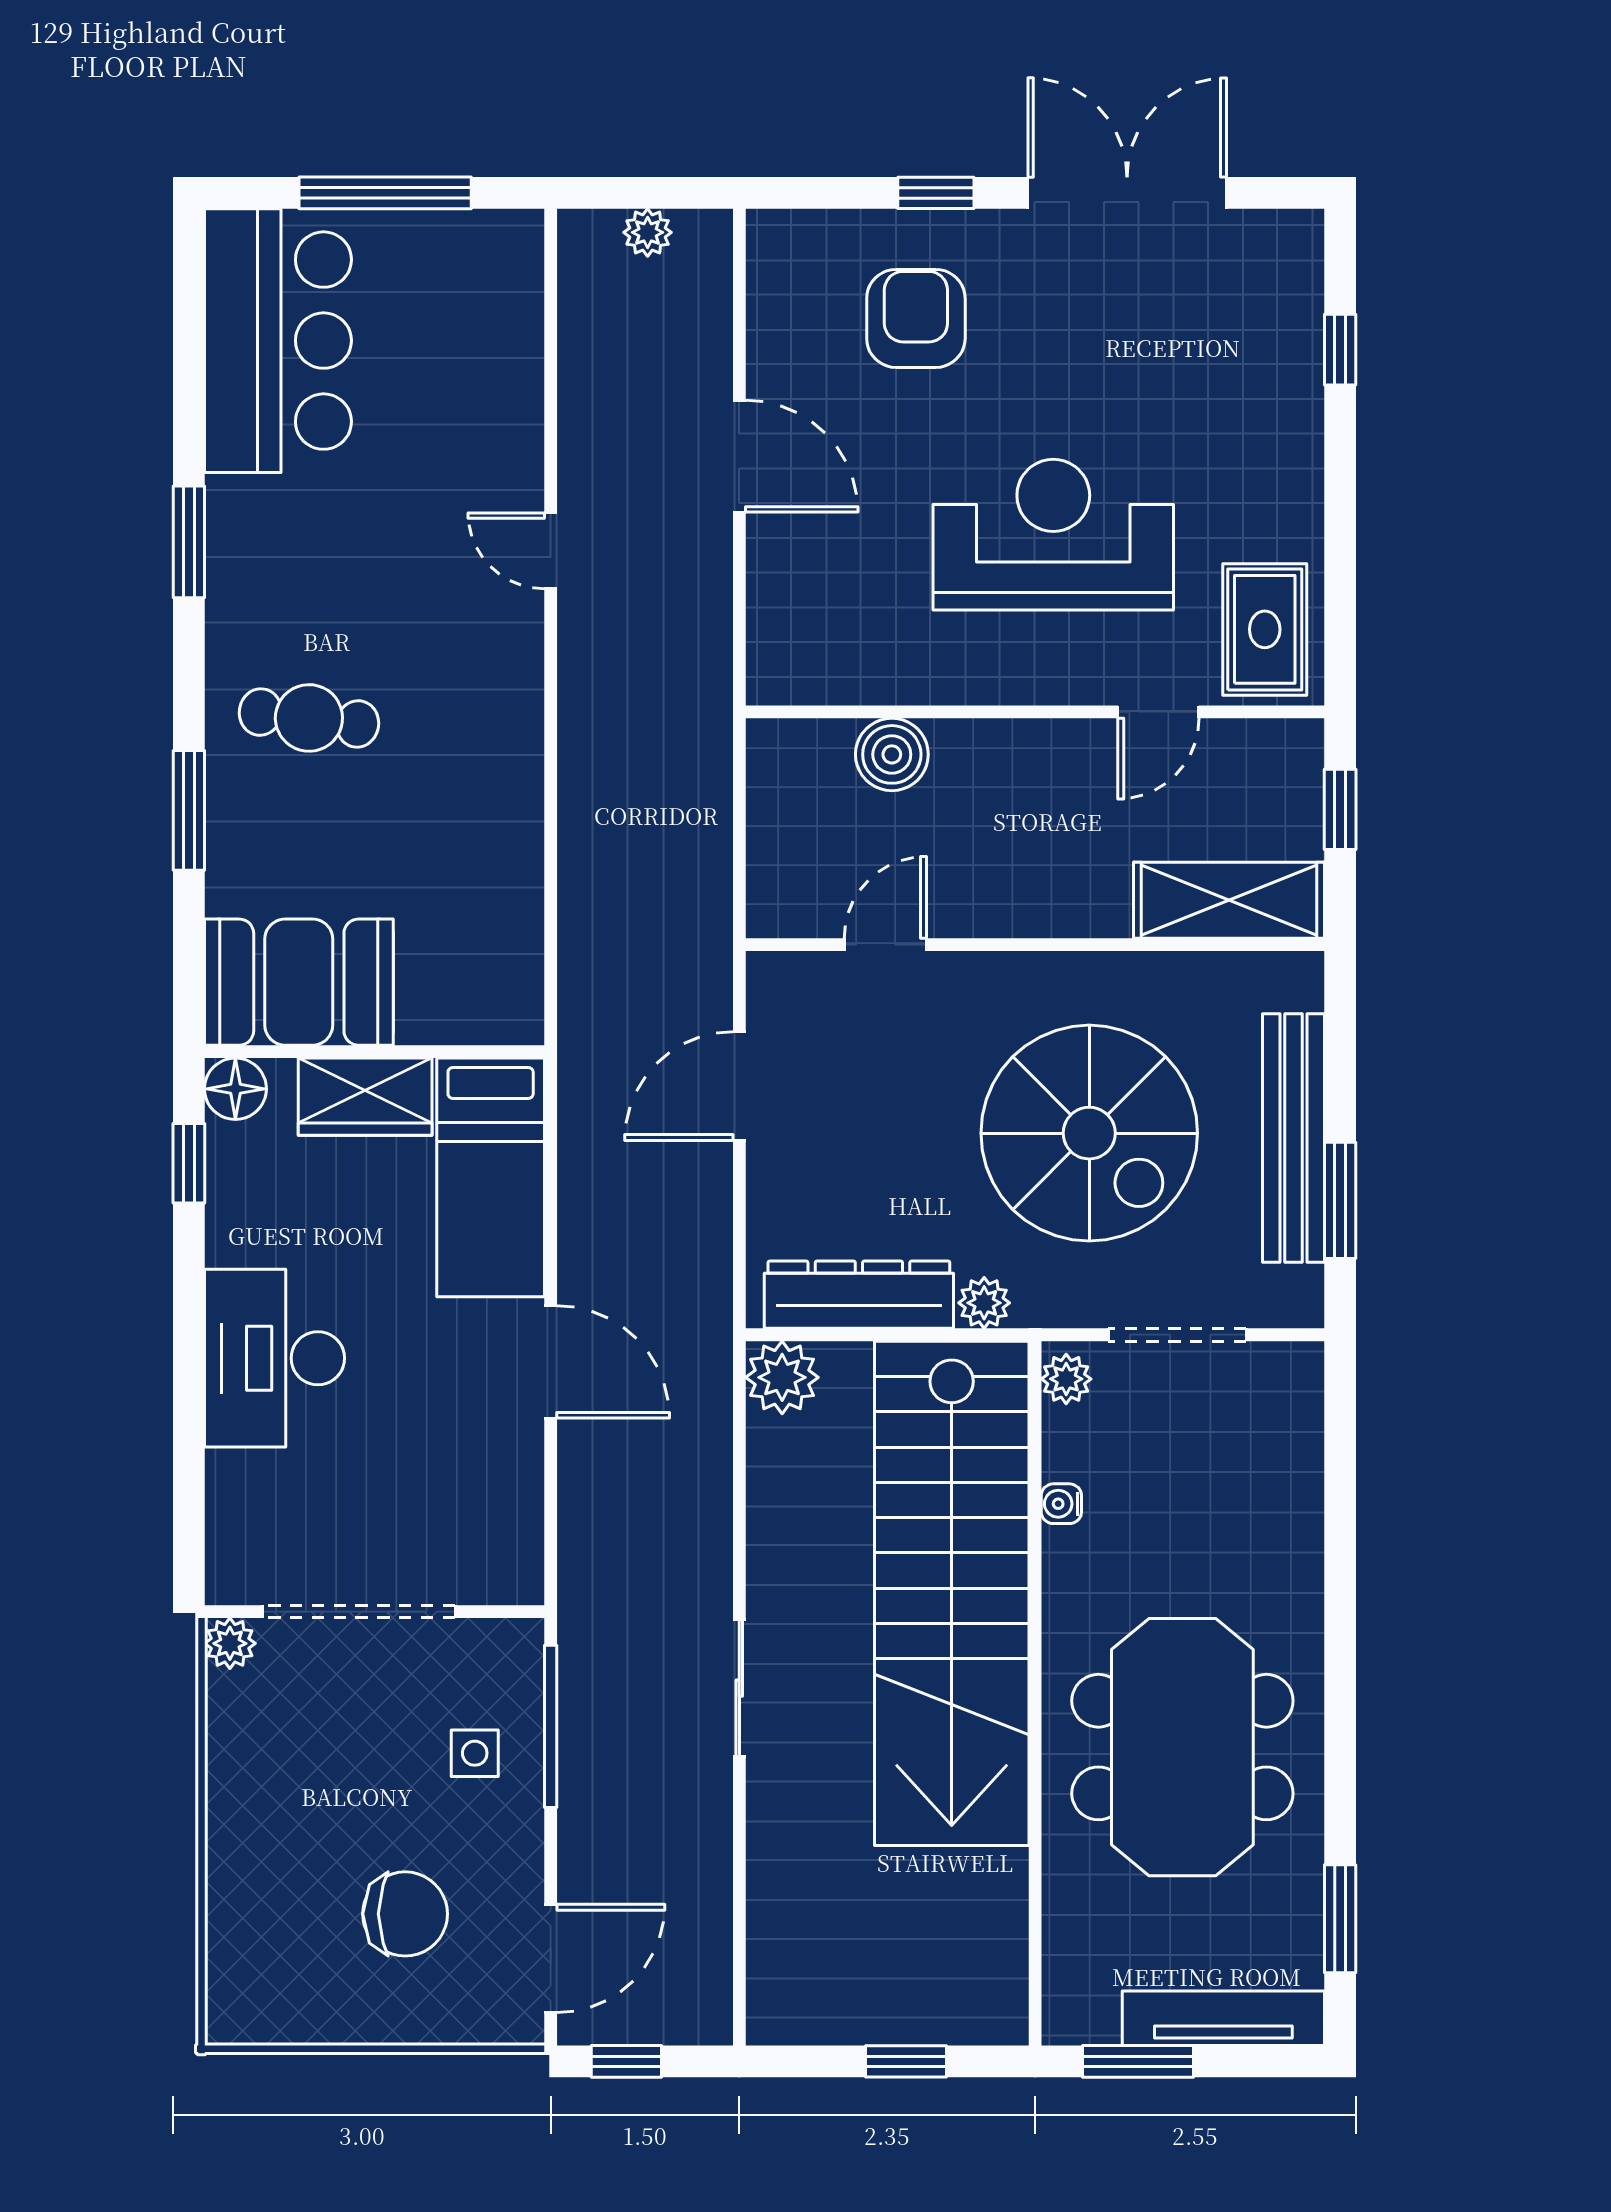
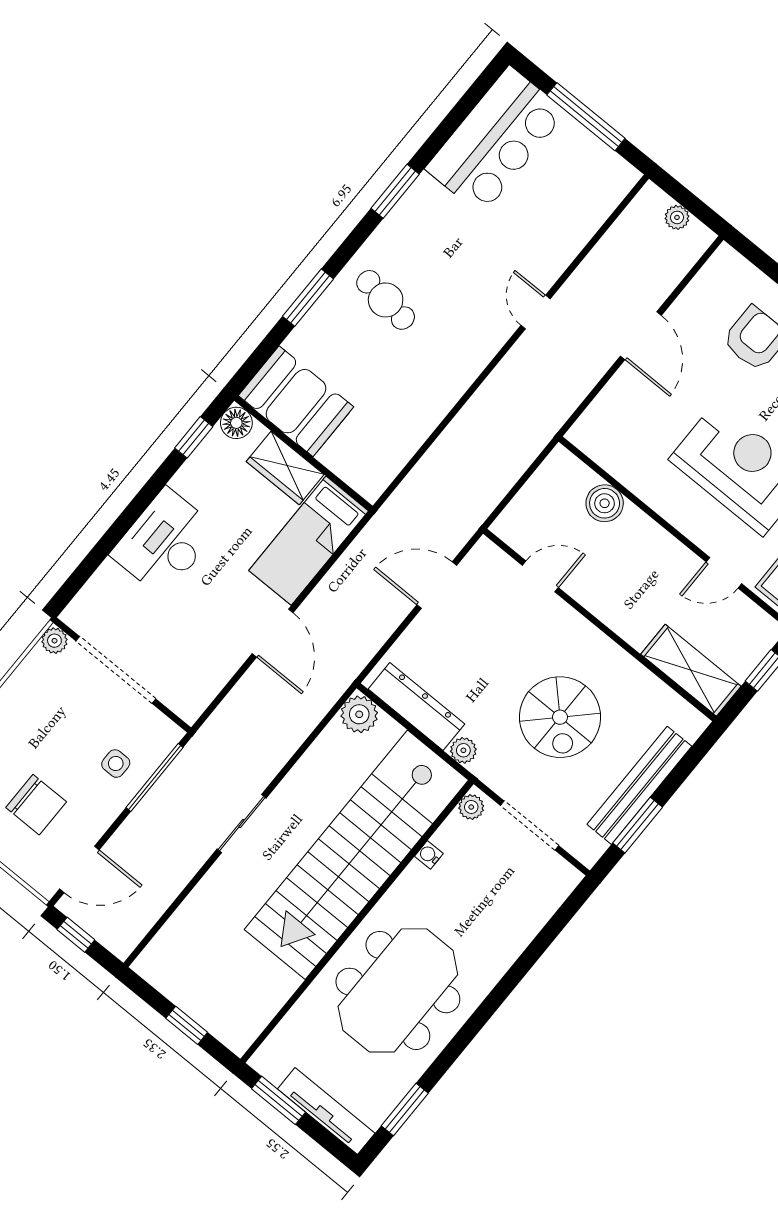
spiral stairs: (1089, 1133) -> (560, 717), width x0.73, depth x0.73

